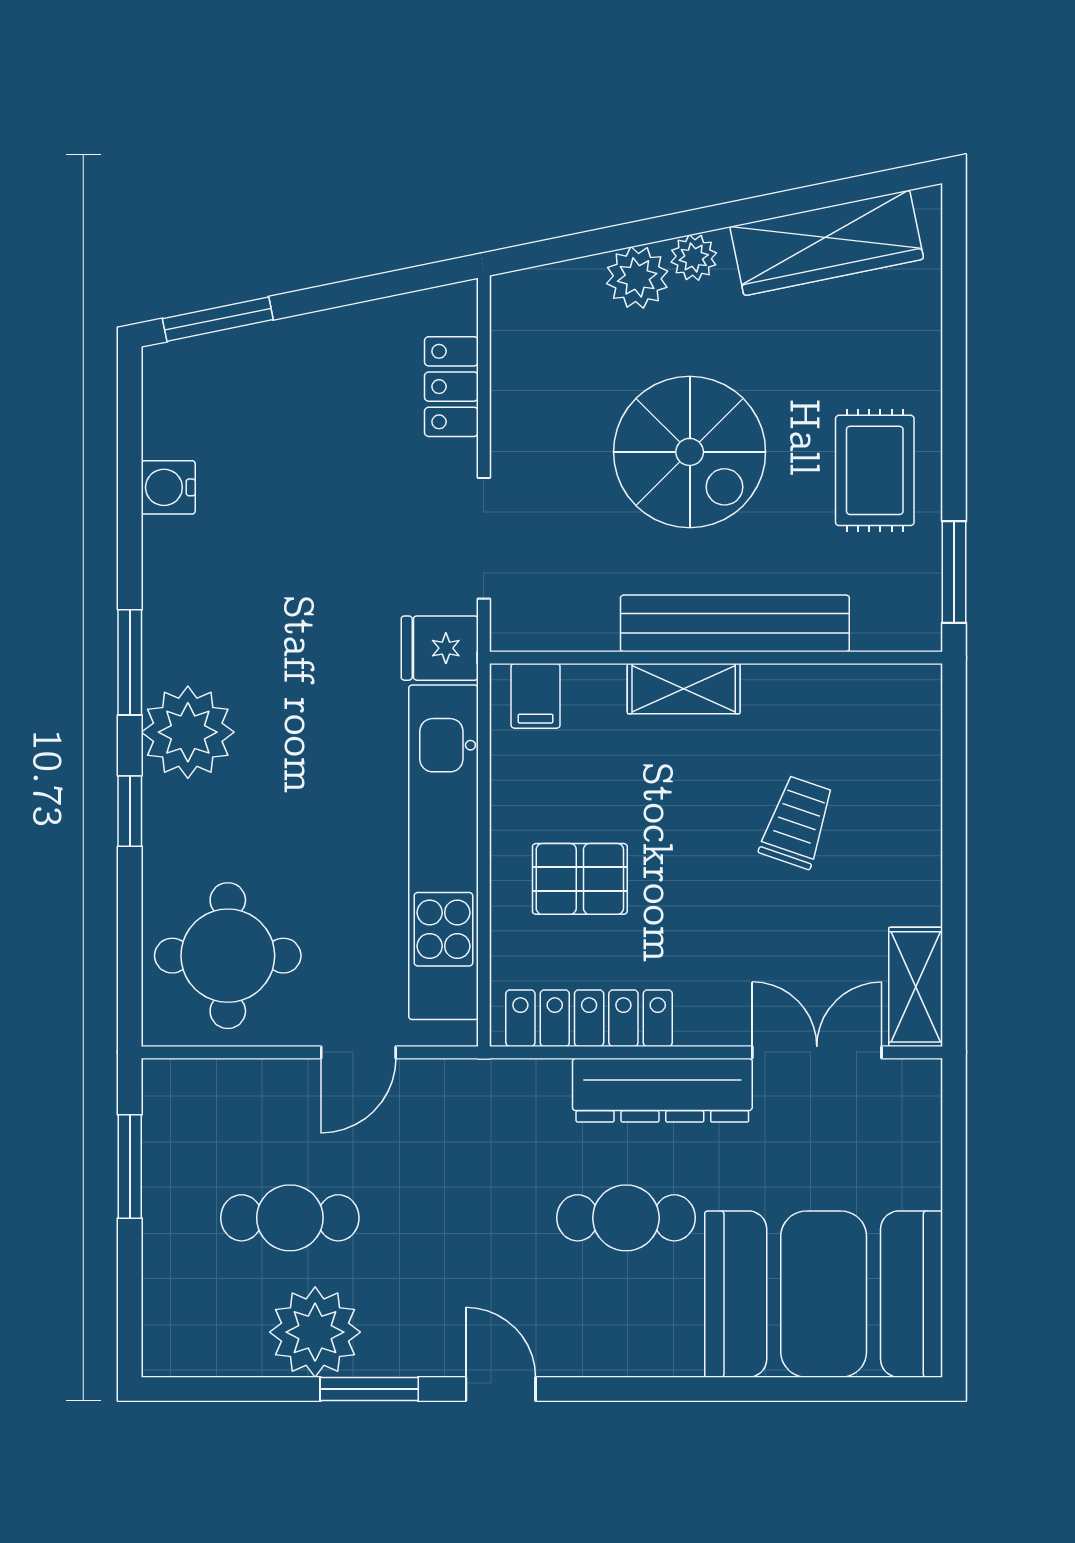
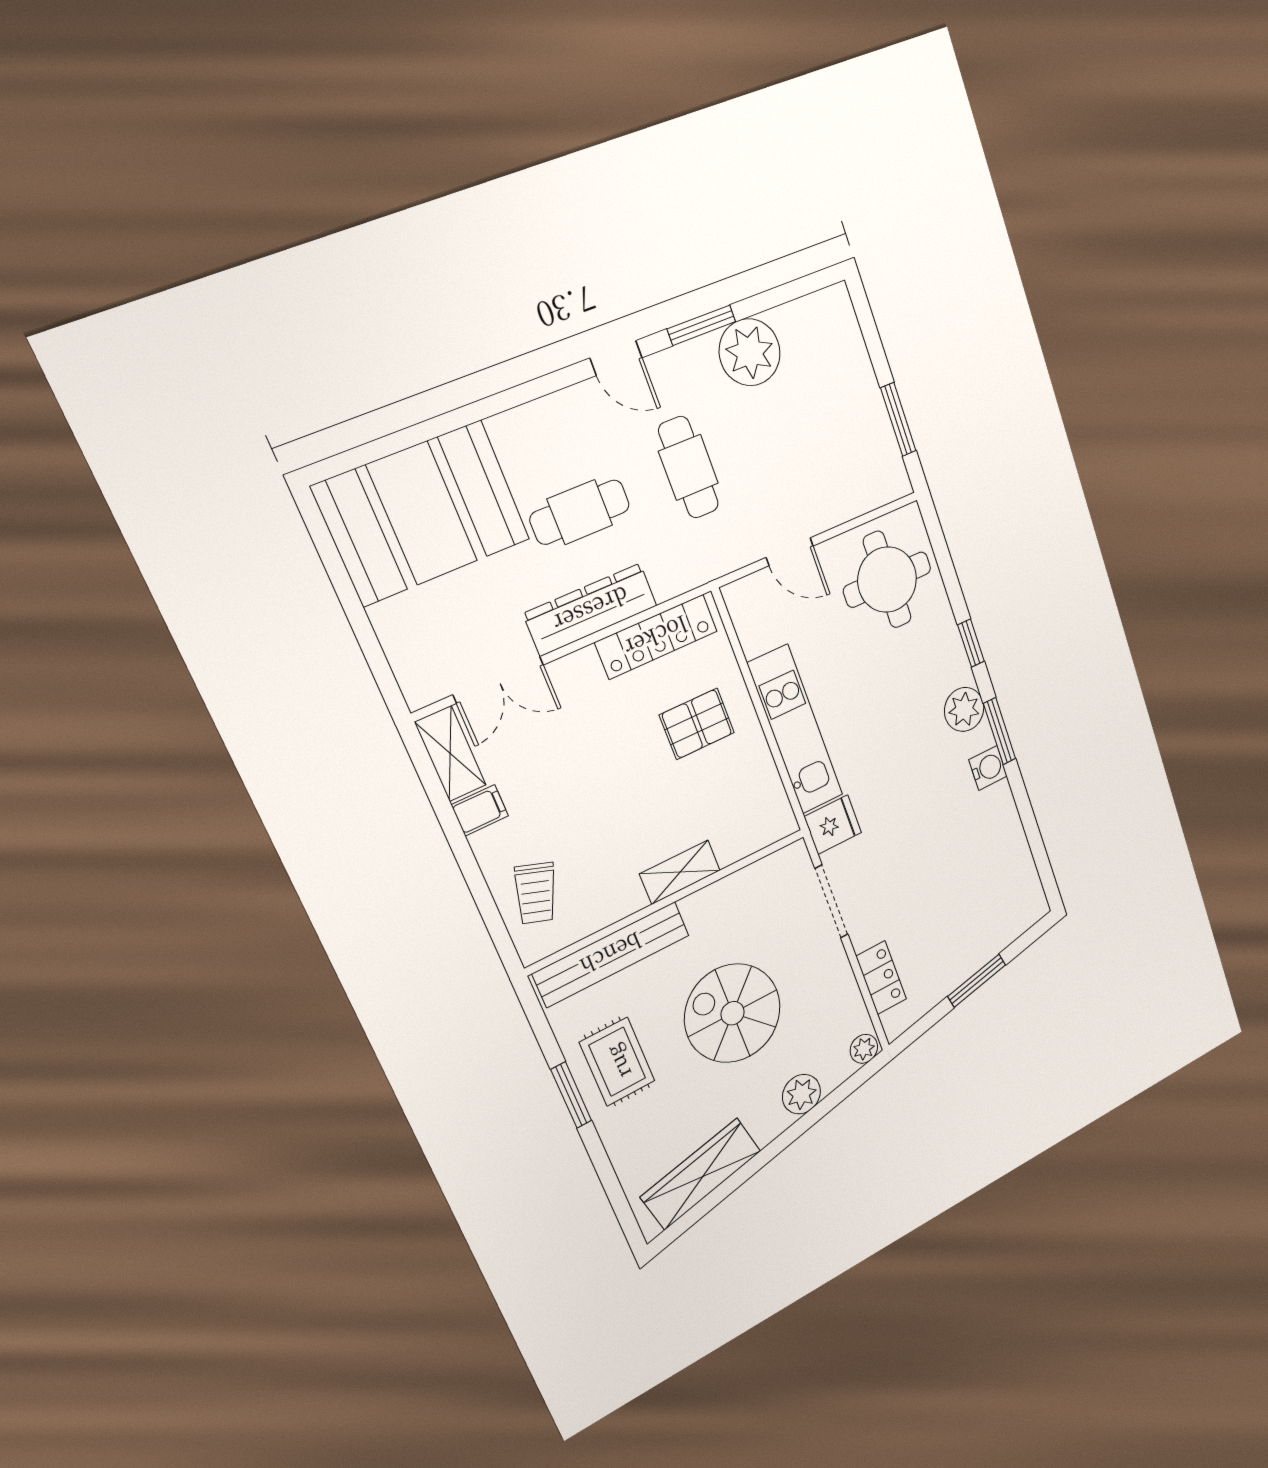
plant: (694, 257) -> (864, 1049), moved
window: (218, 319) -> (977, 981), moved
water cooler: (168, 487) -> (988, 768), moved
window: (954, 572) -> (571, 1095), moved
bench: (735, 623) -> (611, 954), moved
filing cabinet: (536, 696) -> (480, 810), moved, turned 90
plant: (188, 732) -> (964, 709), width x0.73, depth x0.73
trolley: (797, 822) -> (536, 893), moved
kitchen unit: (443, 852) -> (795, 730), width x0.73
door: (358, 1052) -> (790, 552), swing flipped
cafe table: (290, 1218) -> (689, 467), moved, turned 90

